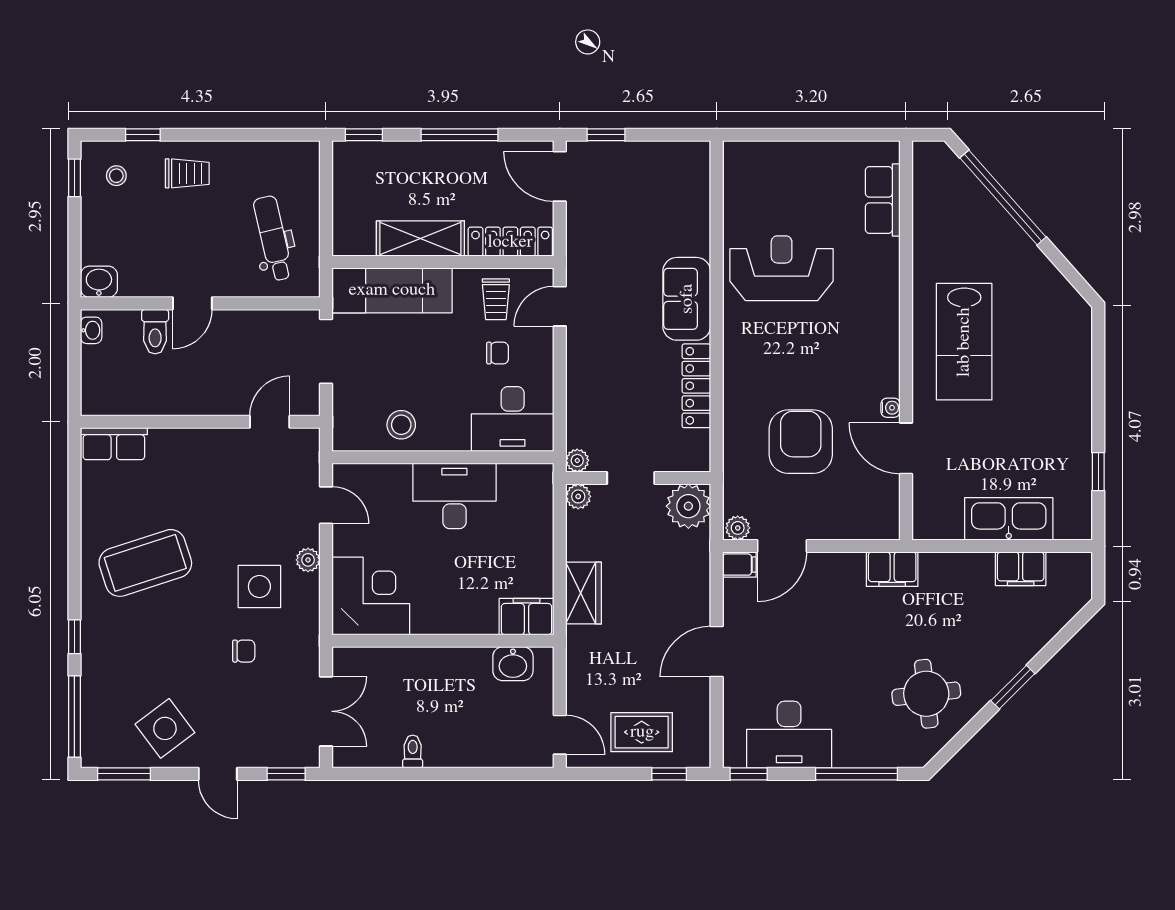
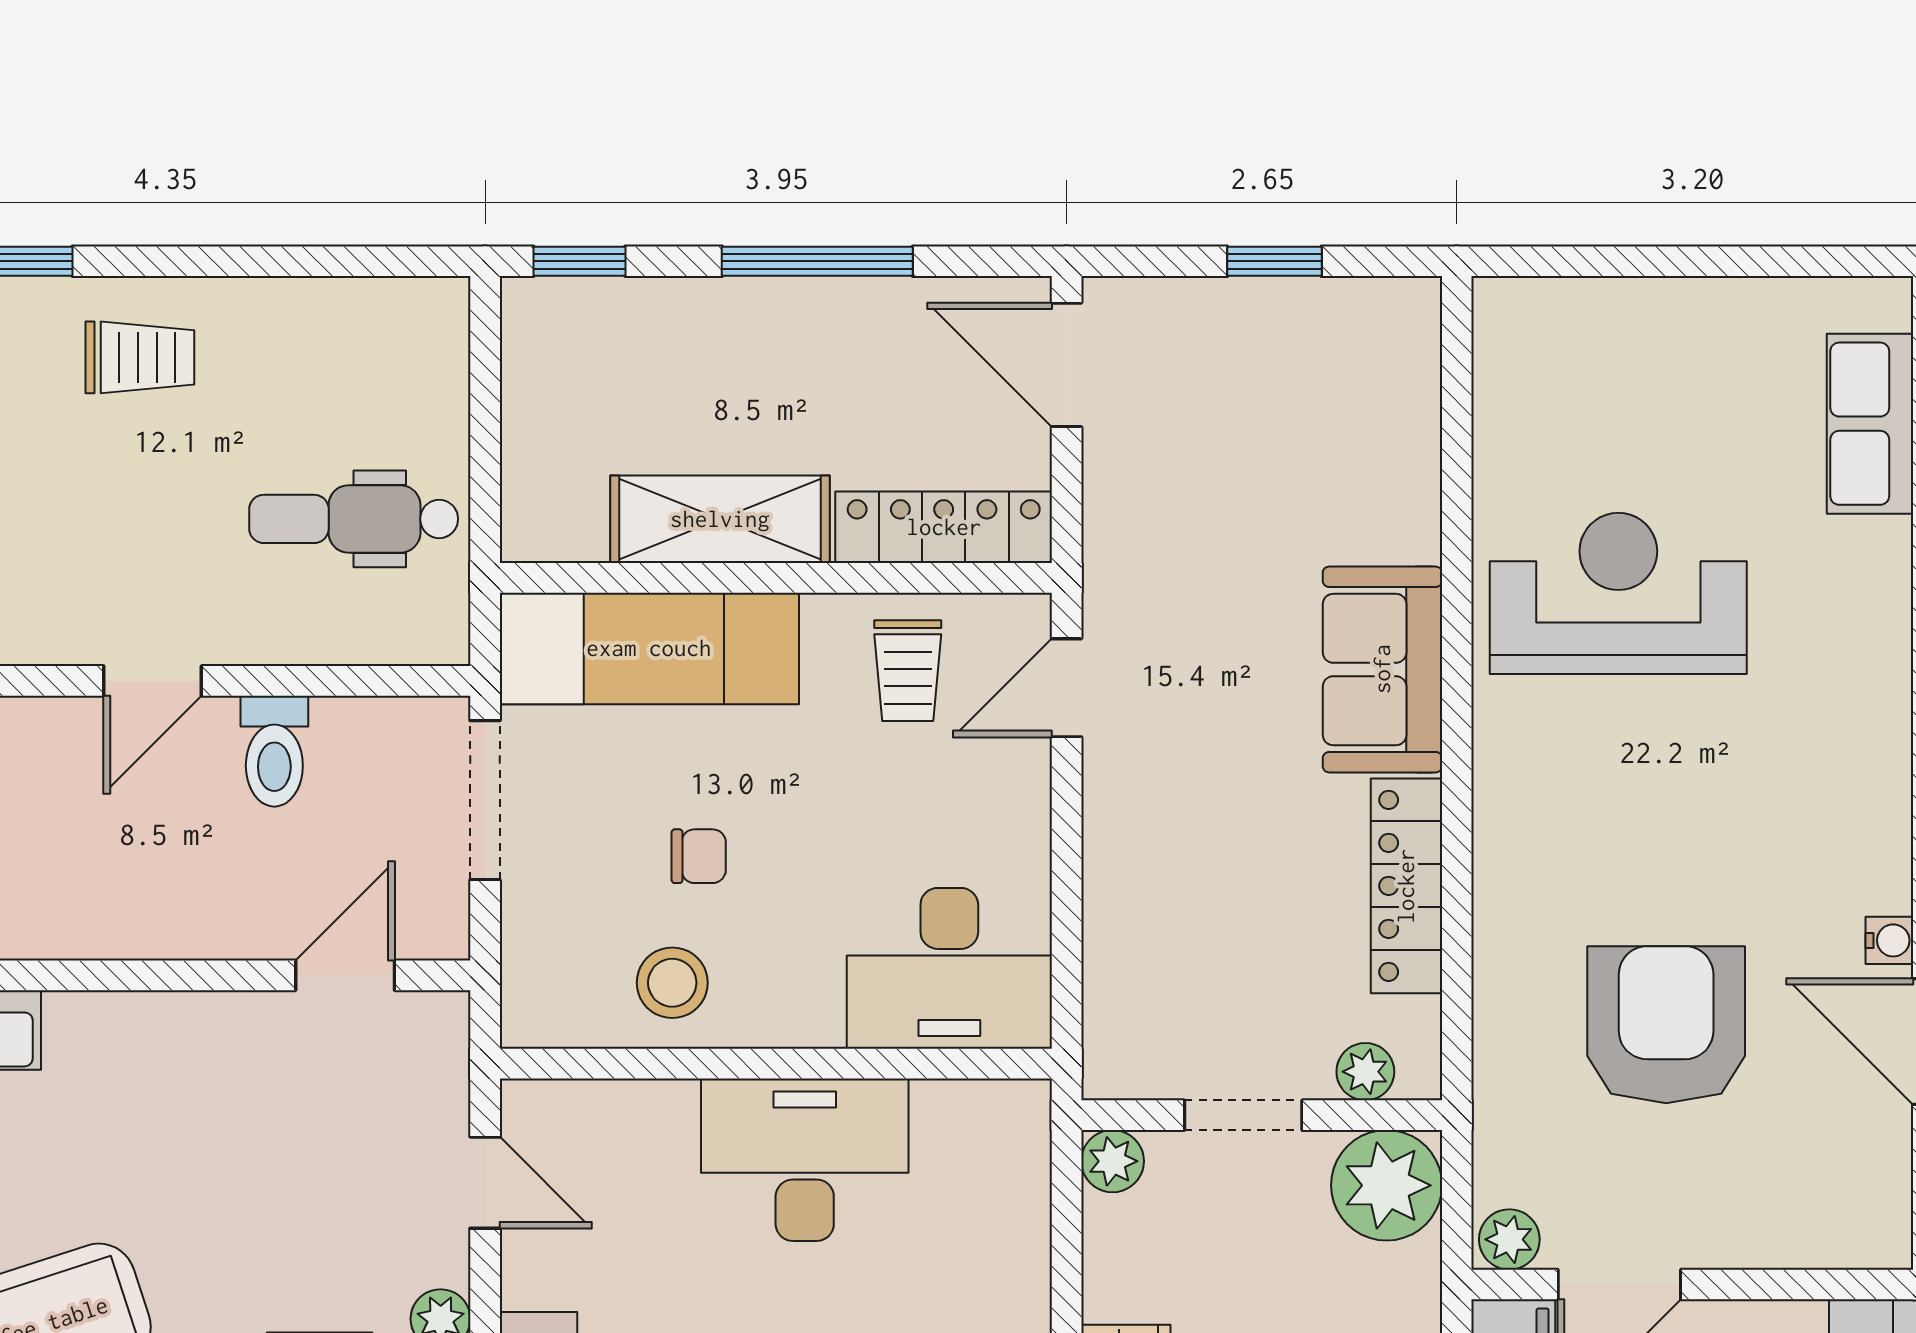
window: (606, 135) -> (1274, 261), moved
dental chair: (273, 238) -> (354, 519), turned -77
toilet: (155, 332) -> (274, 751), moved
chair: (498, 353) -> (699, 856), moved
plant: (577, 460) -> (1365, 1072), moved

